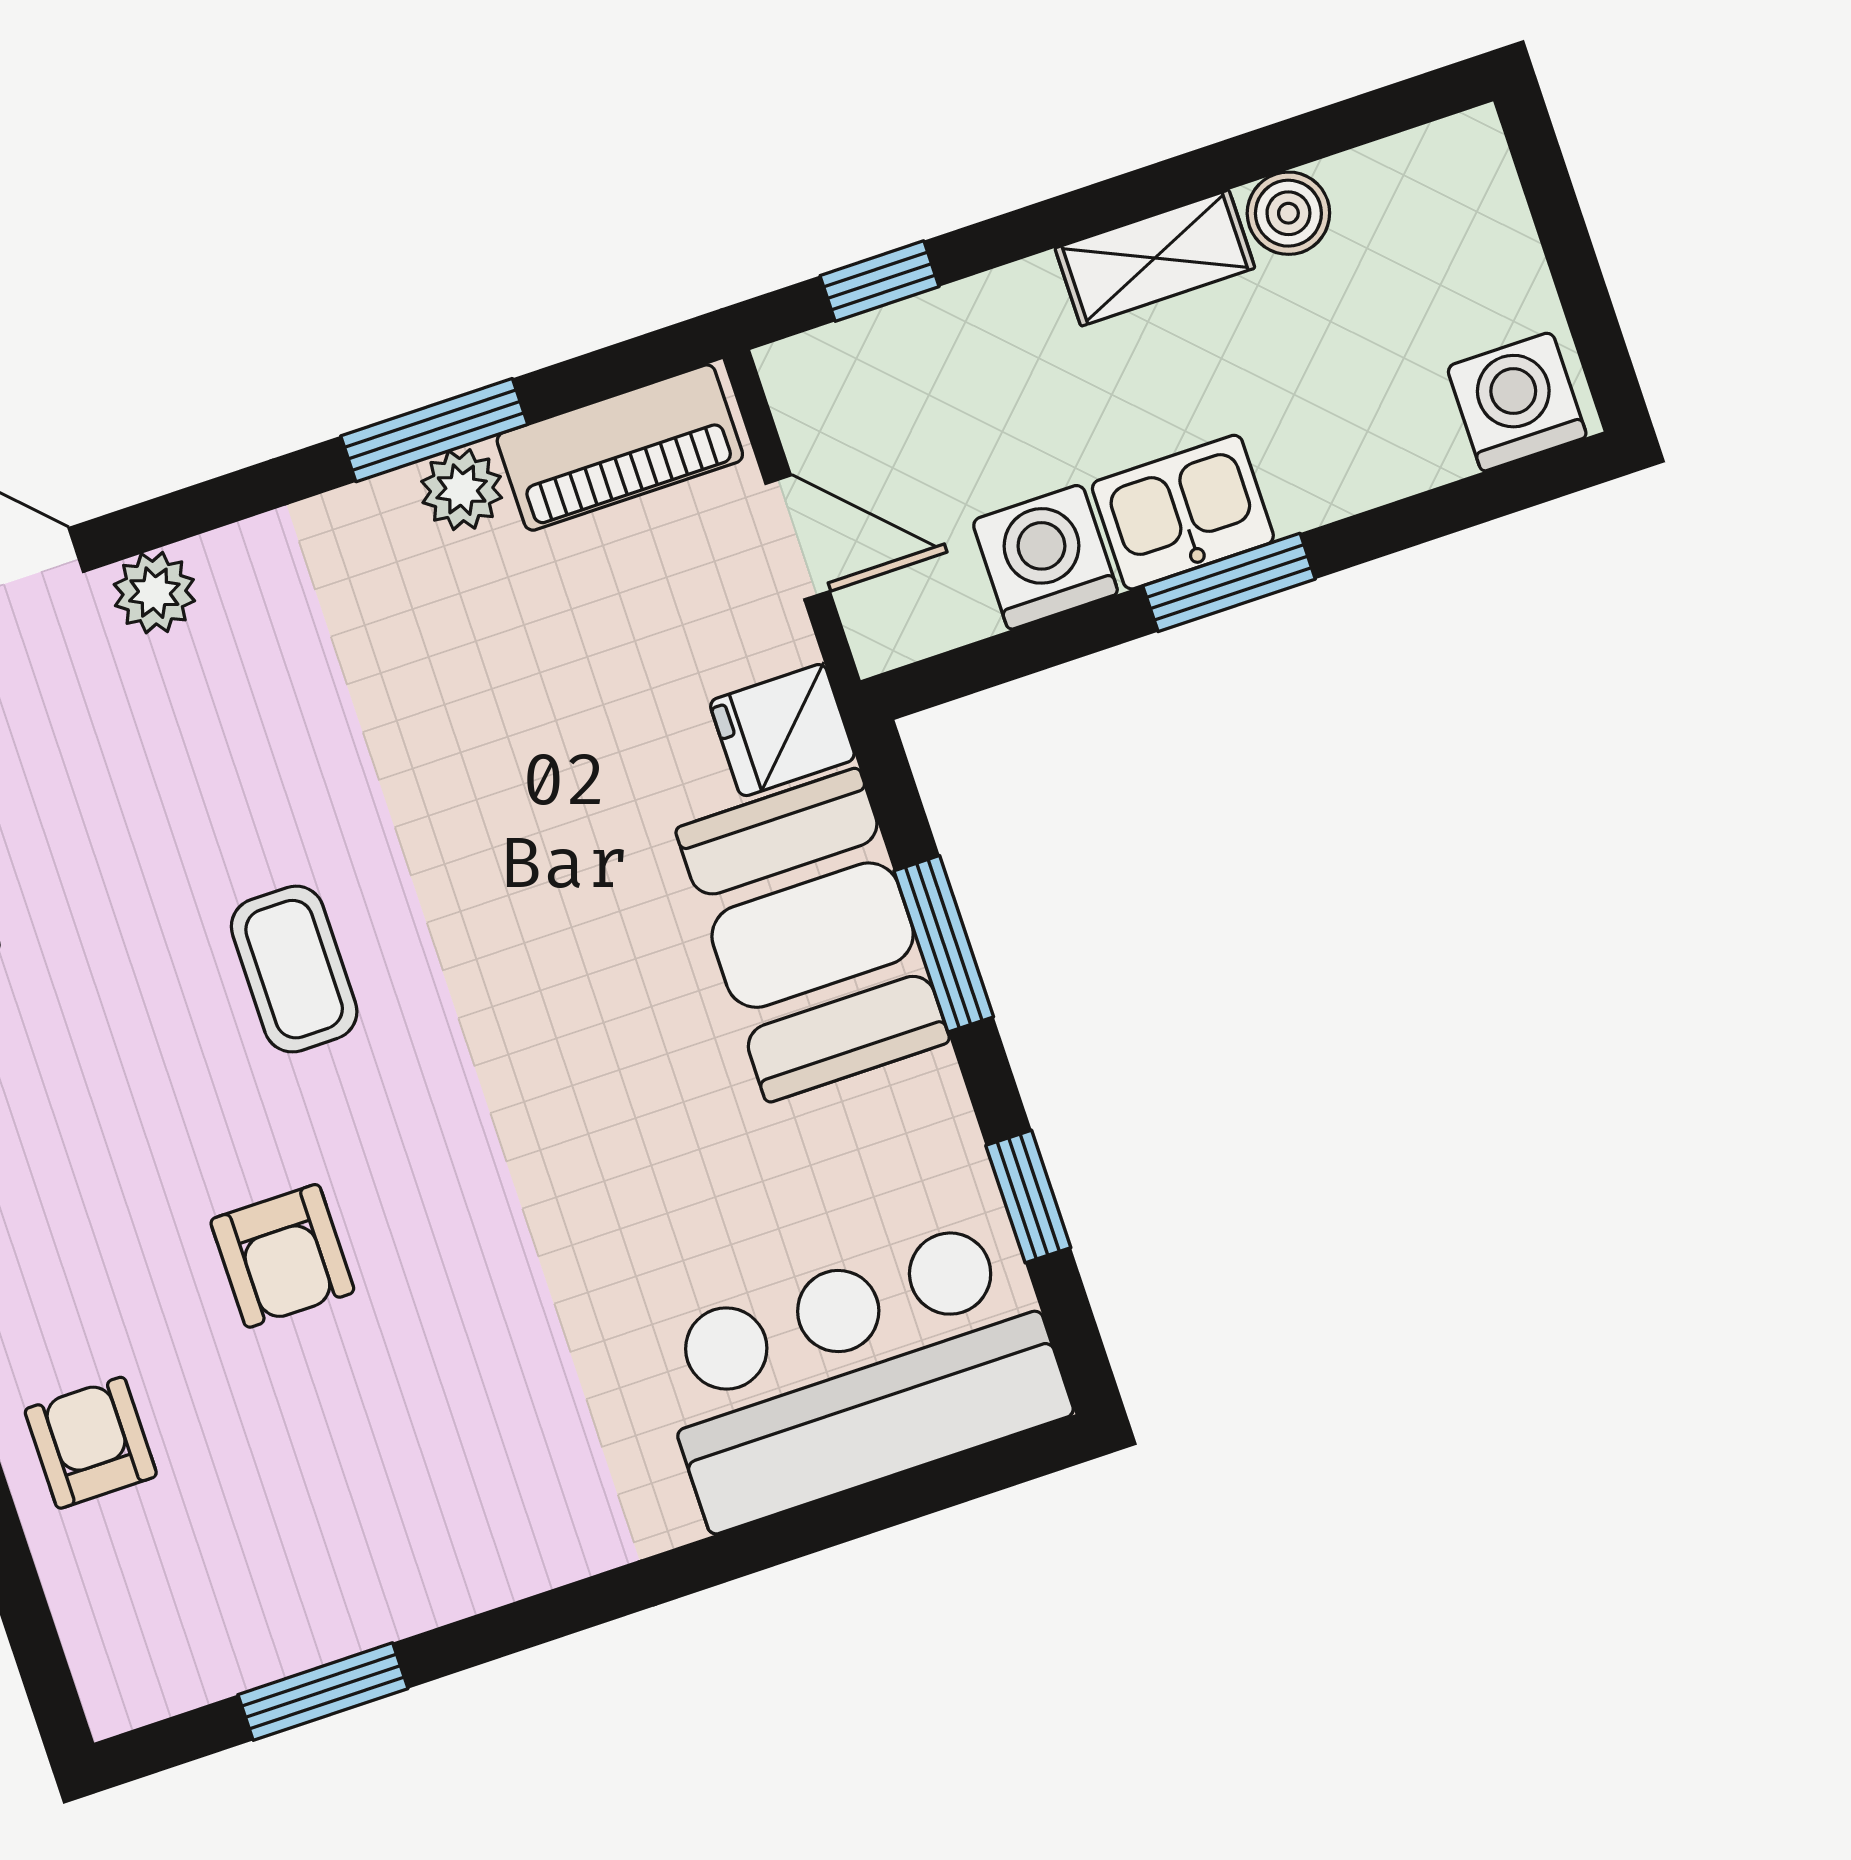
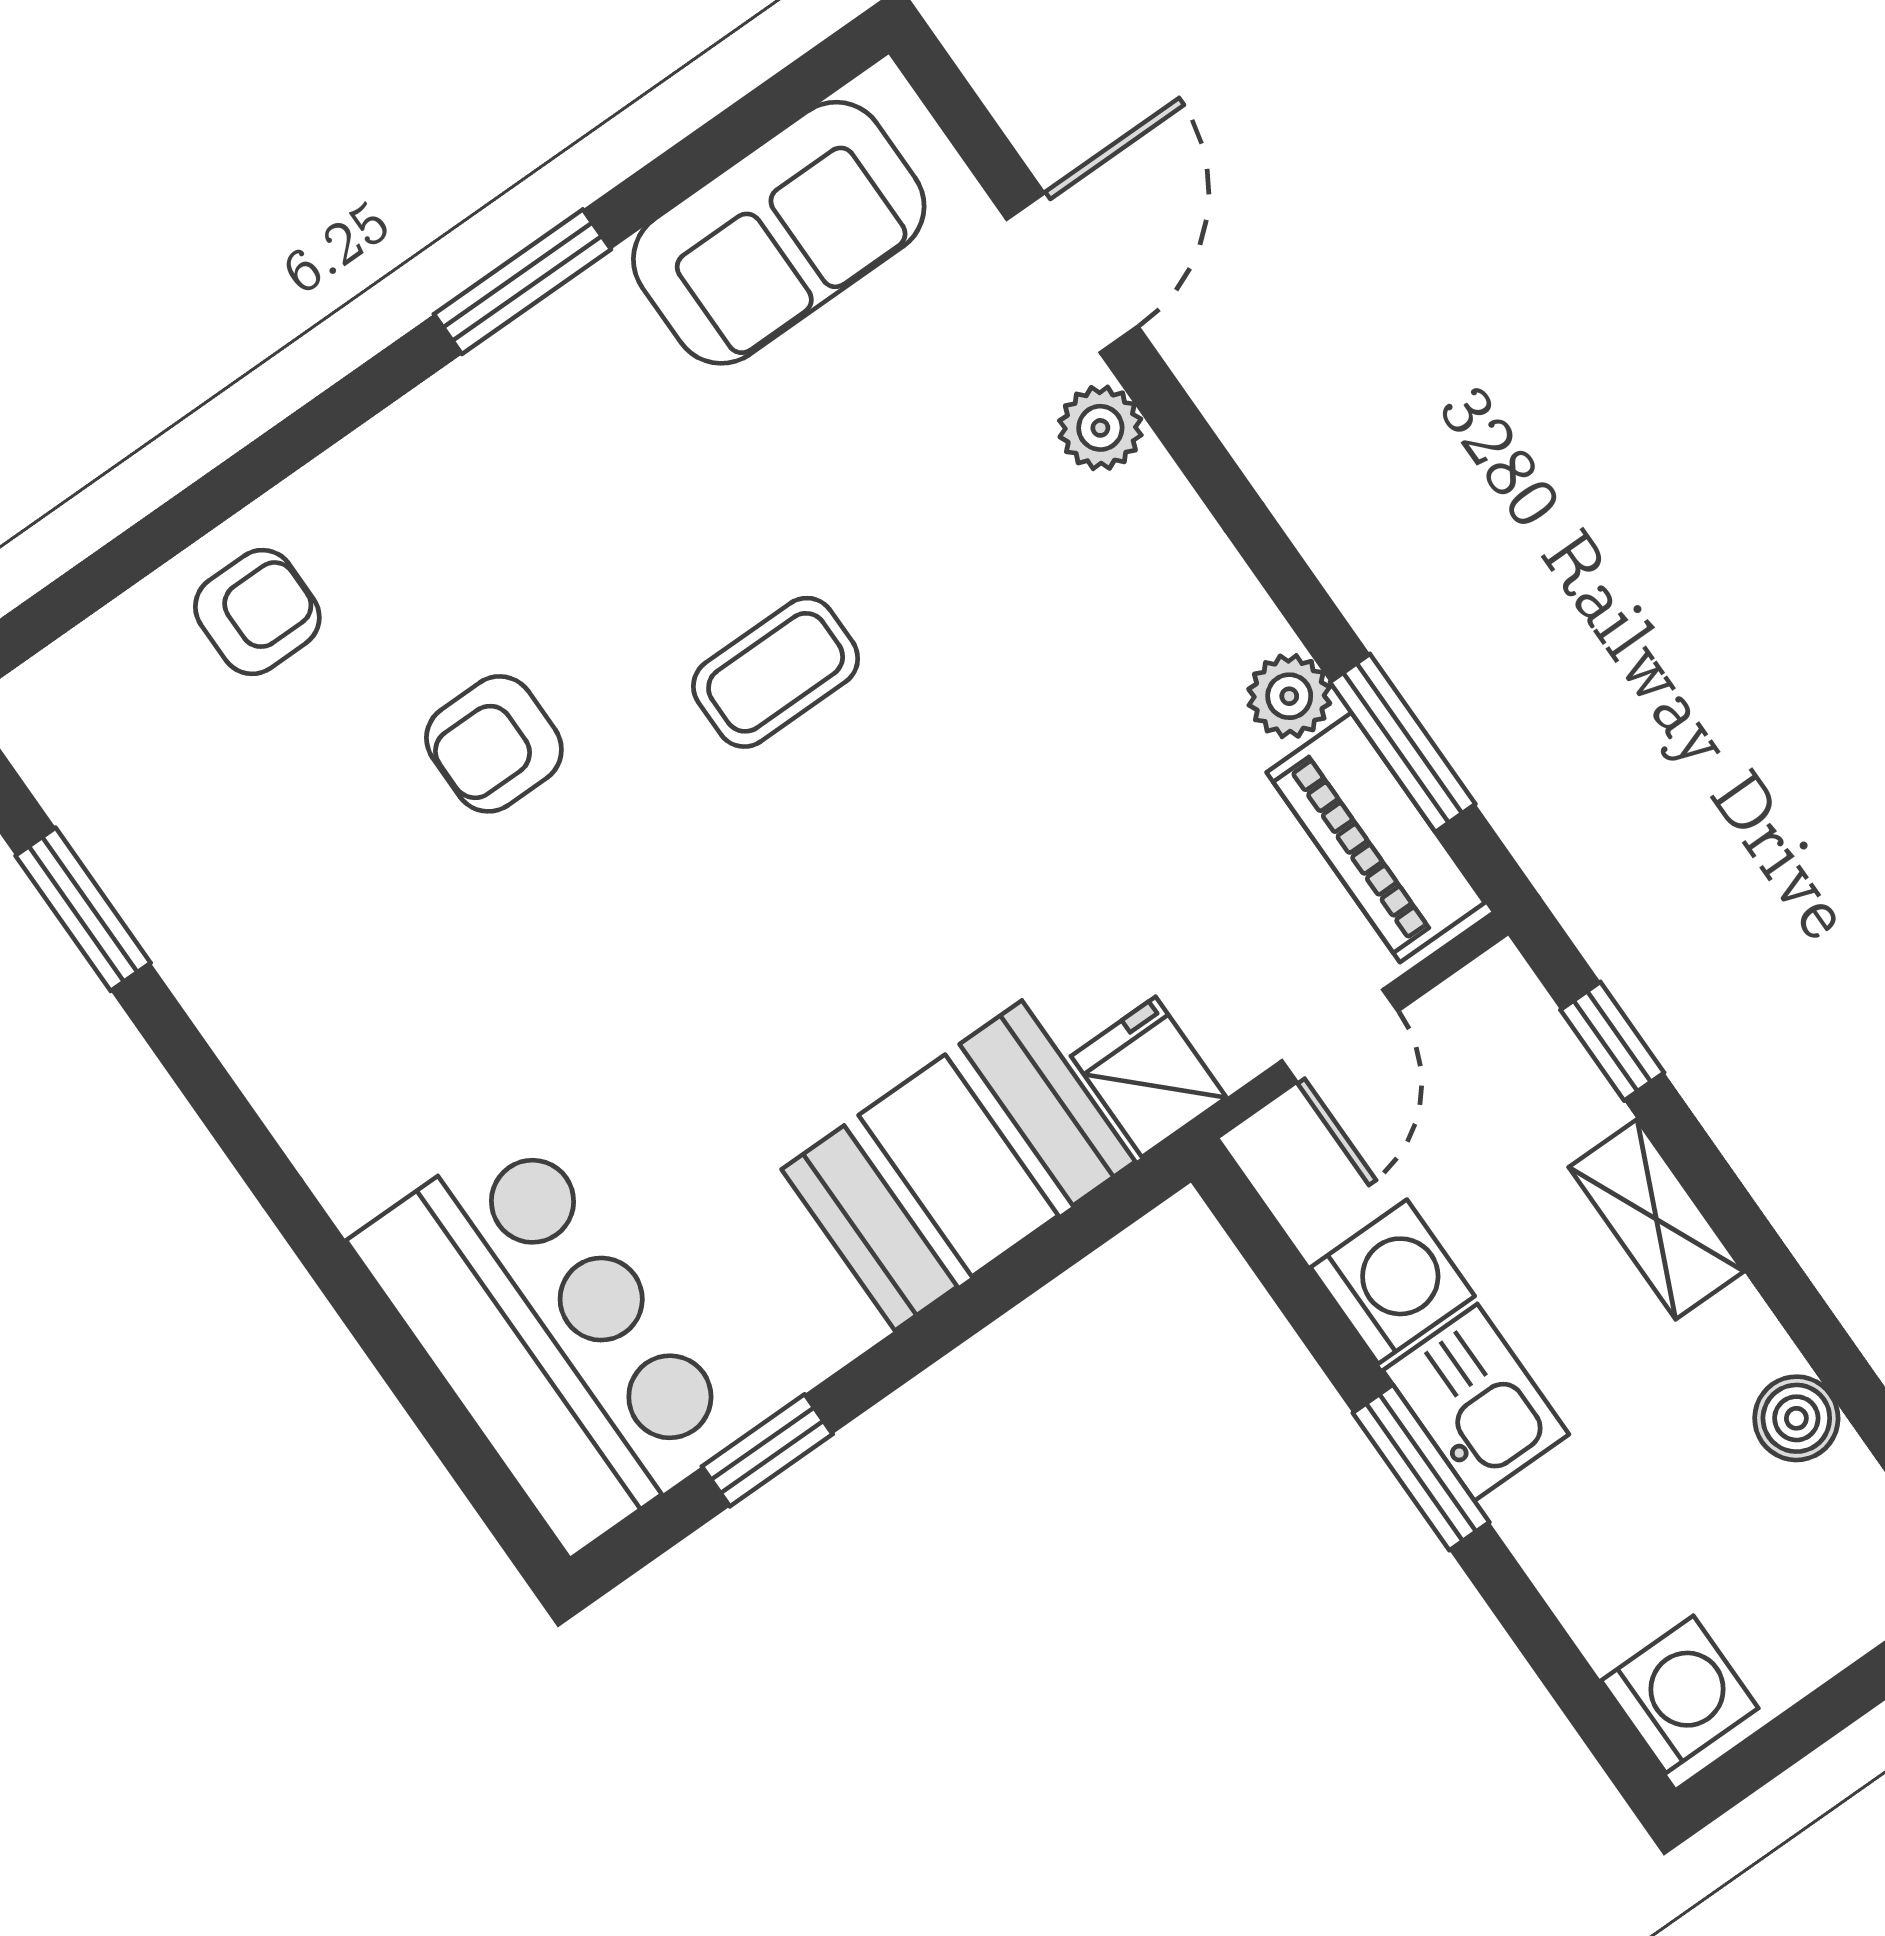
shelving: (1155, 258) -> (1656, 1219), moved
window: (434, 430) -> (1403, 743), moved
window: (944, 944) -> (988, 1295), removed

